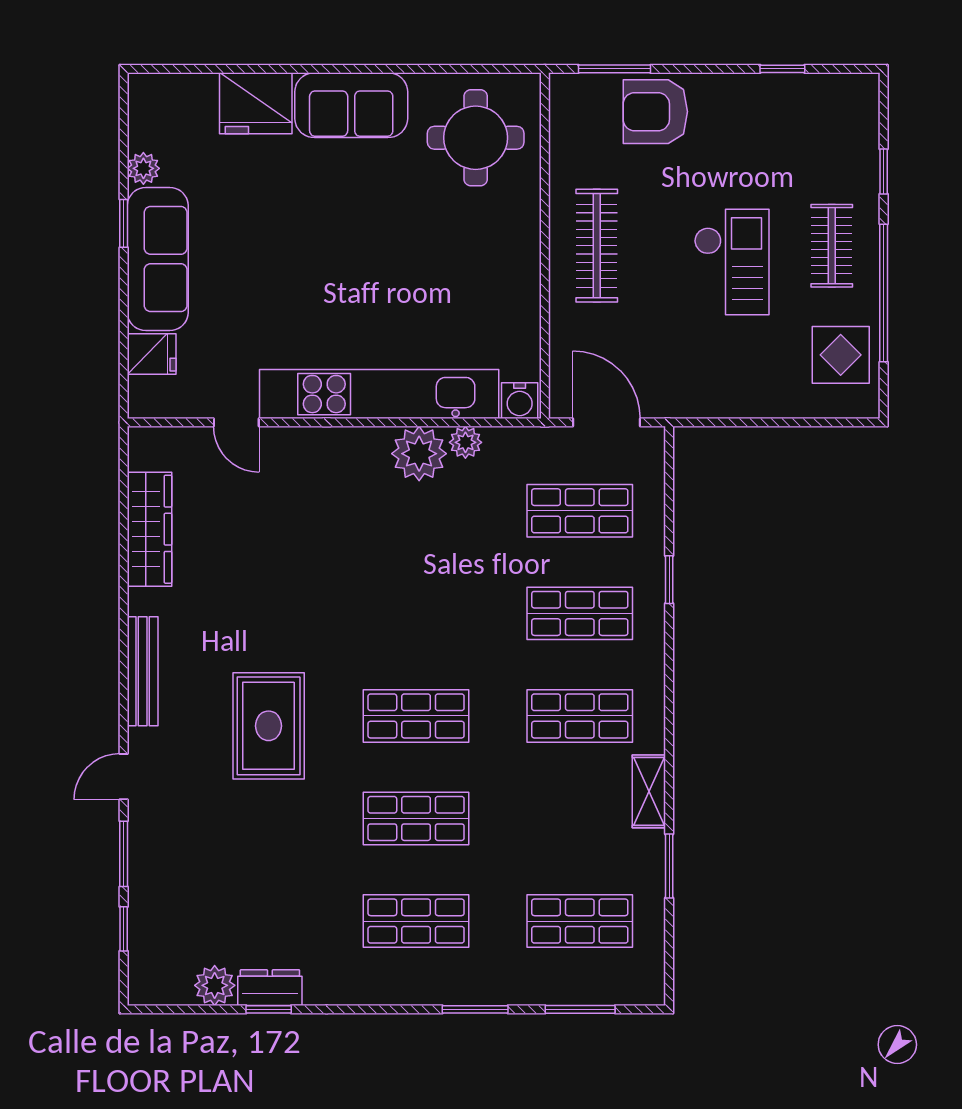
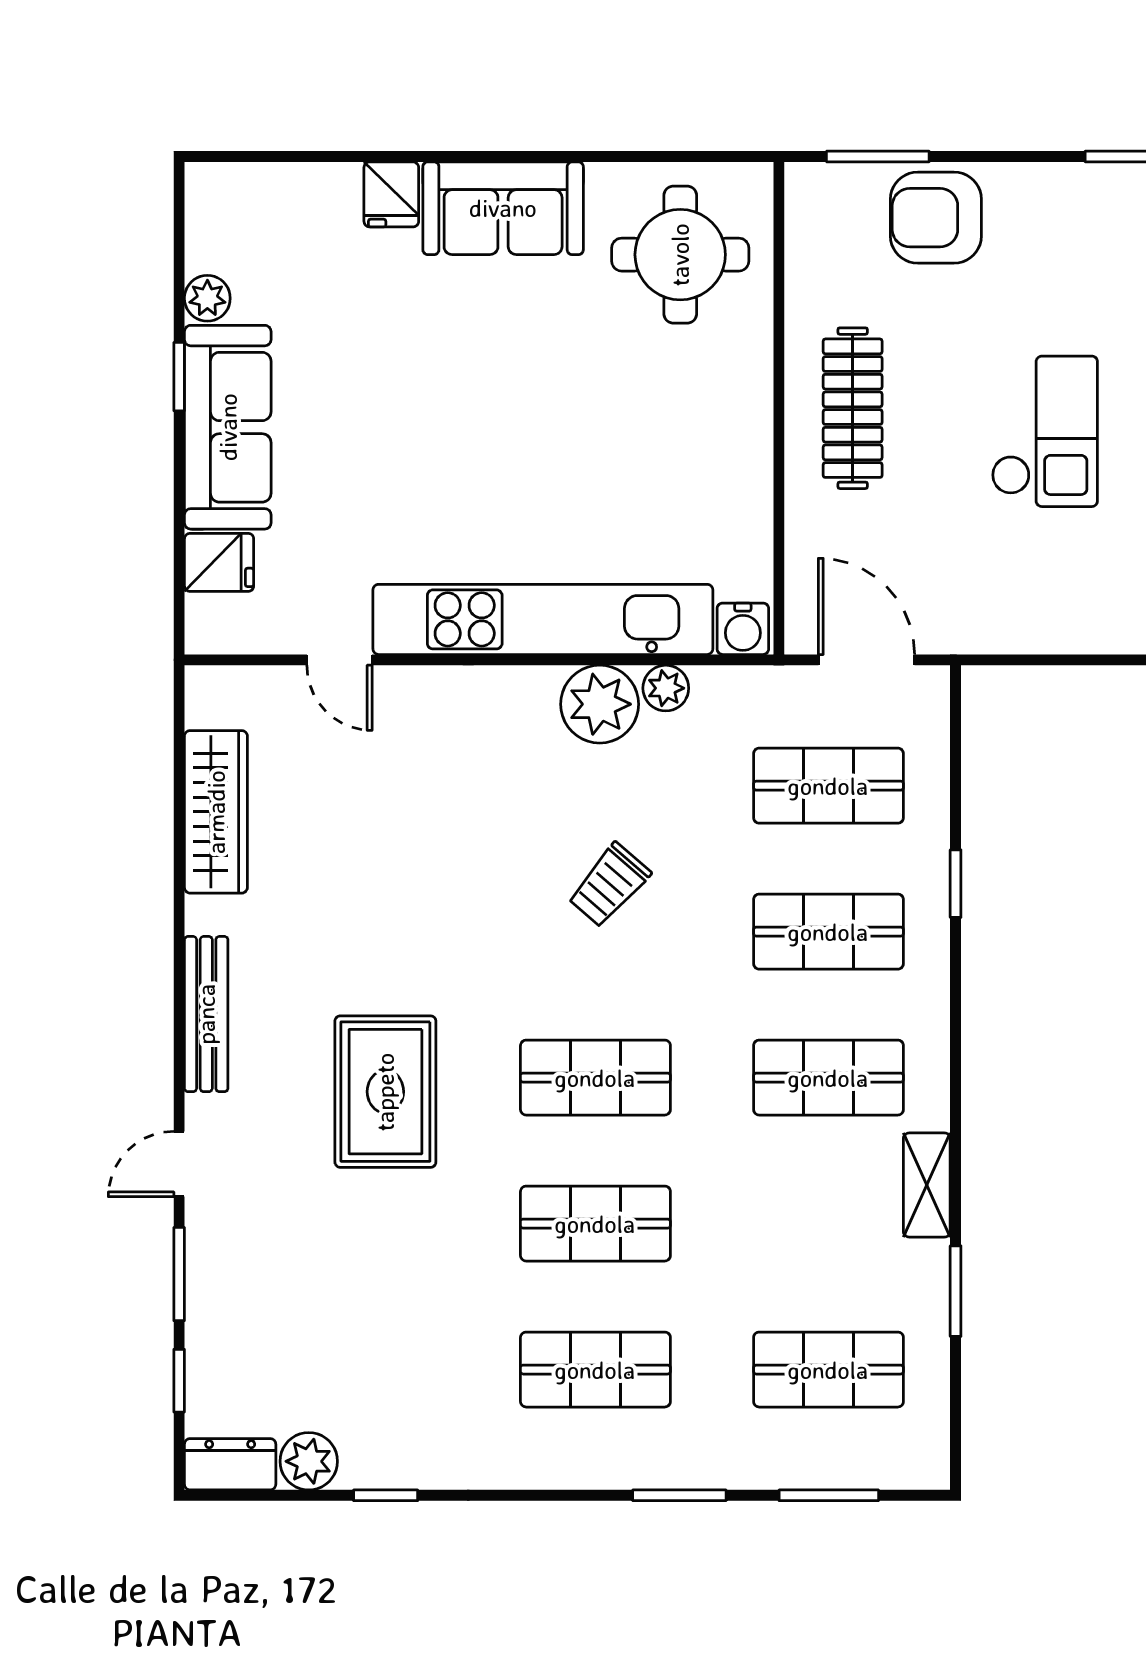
fridge: (256, 103) -> (391, 194), width x0.53, depth x0.75
trolley: (426, 581) -> (609, 885), added
dresser: (270, 988) -> (230, 1464), moved

